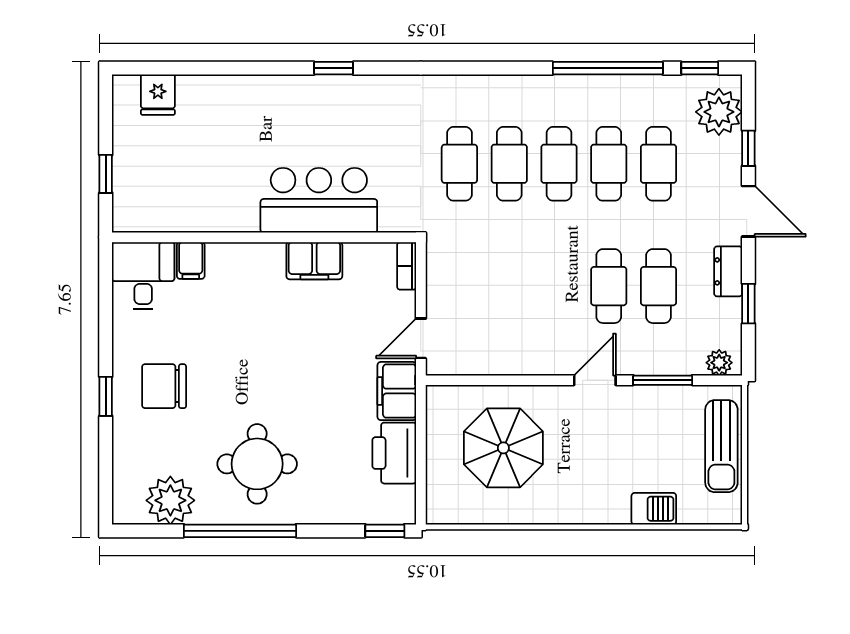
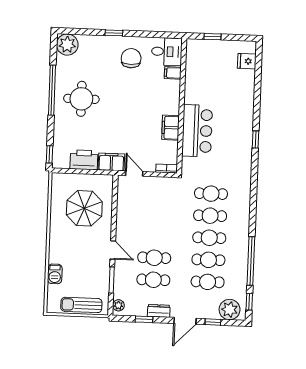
chair: (164, 386) -> (131, 58), moved
plant: (170, 500) -> (67, 45), moved

